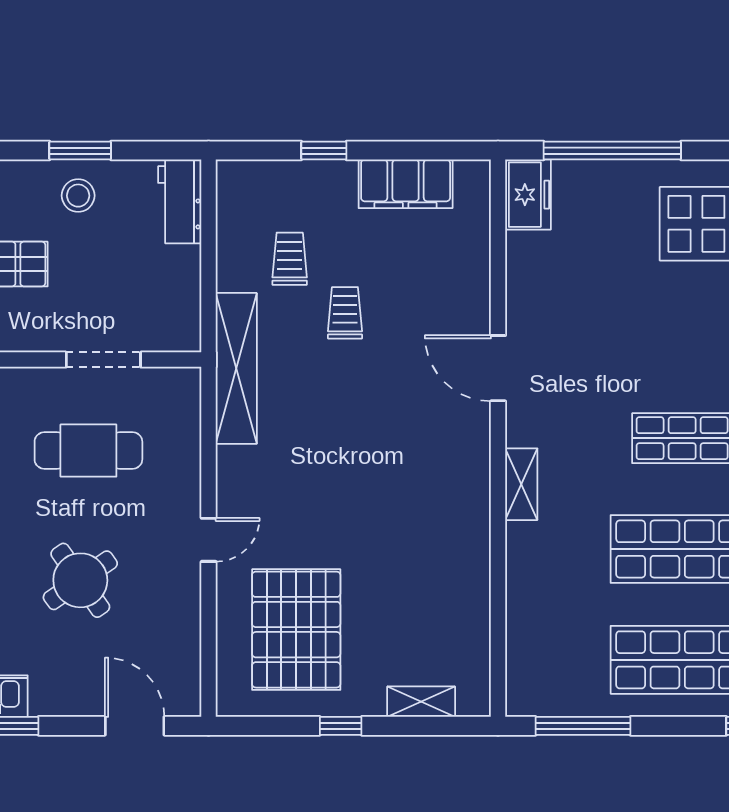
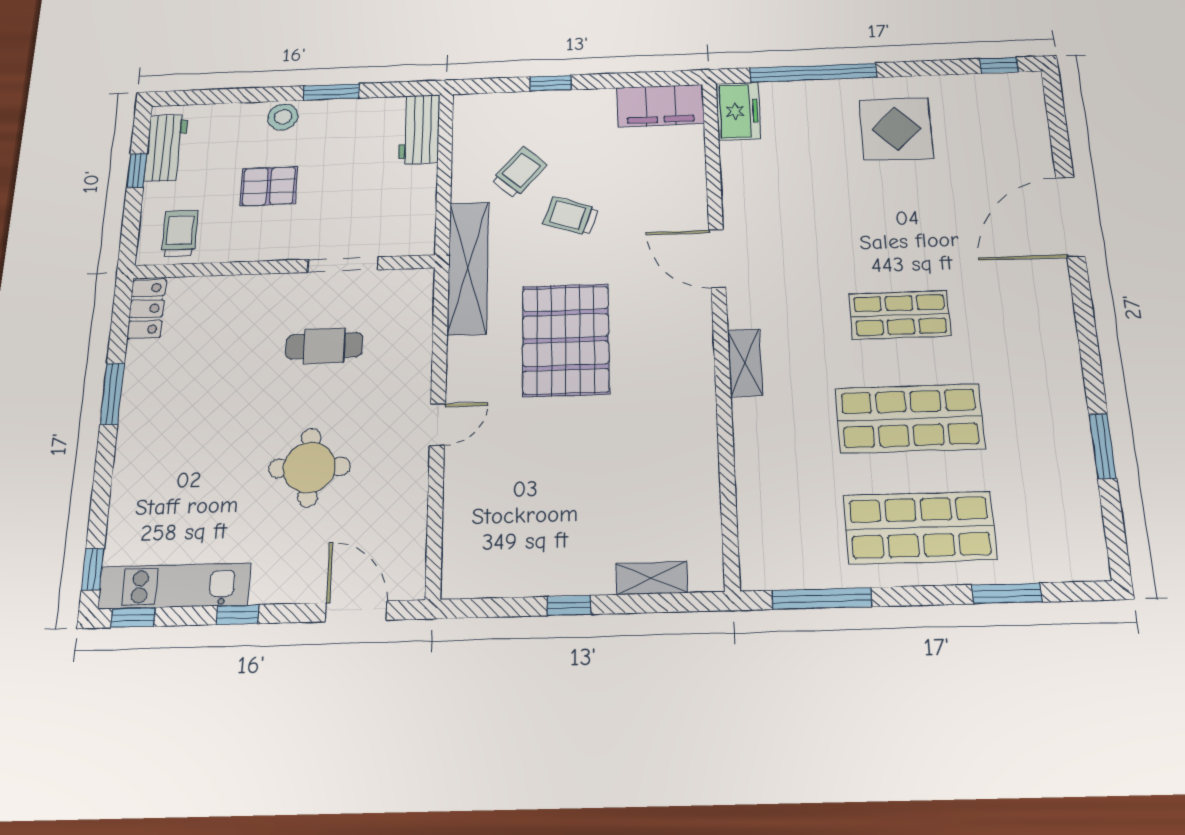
filing cabinet: (406, 184) -> (660, 106), moved
stool: (78, 196) -> (283, 117), moved
trolley: (290, 259) -> (519, 172), turned 41
trolley: (345, 313) -> (571, 216), turned -72
cafe table: (88, 451) -> (324, 346), width x0.73, depth x0.74
round table: (80, 580) -> (309, 467), turned 35
pallet: (296, 630) -> (566, 340), moved

